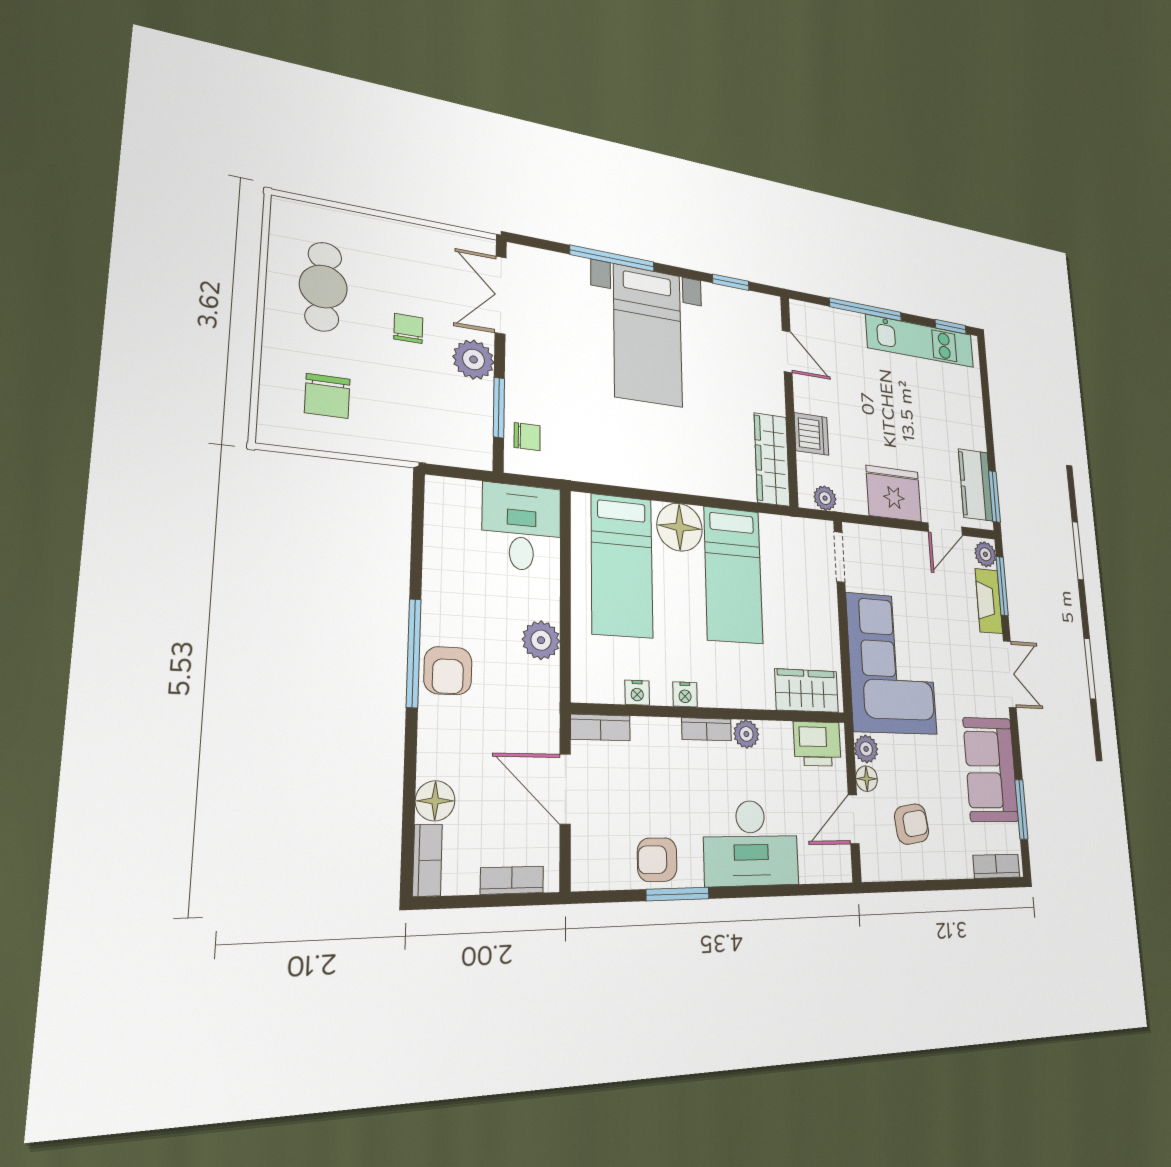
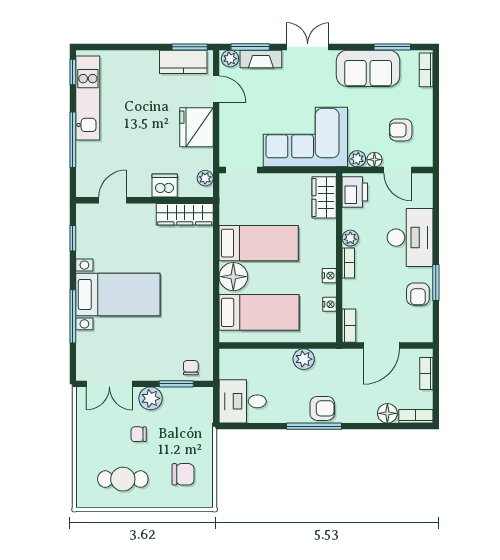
desk: (522, 527) -> (243, 401), moved
armchair: (912, 824) -> (401, 130), turned -82

